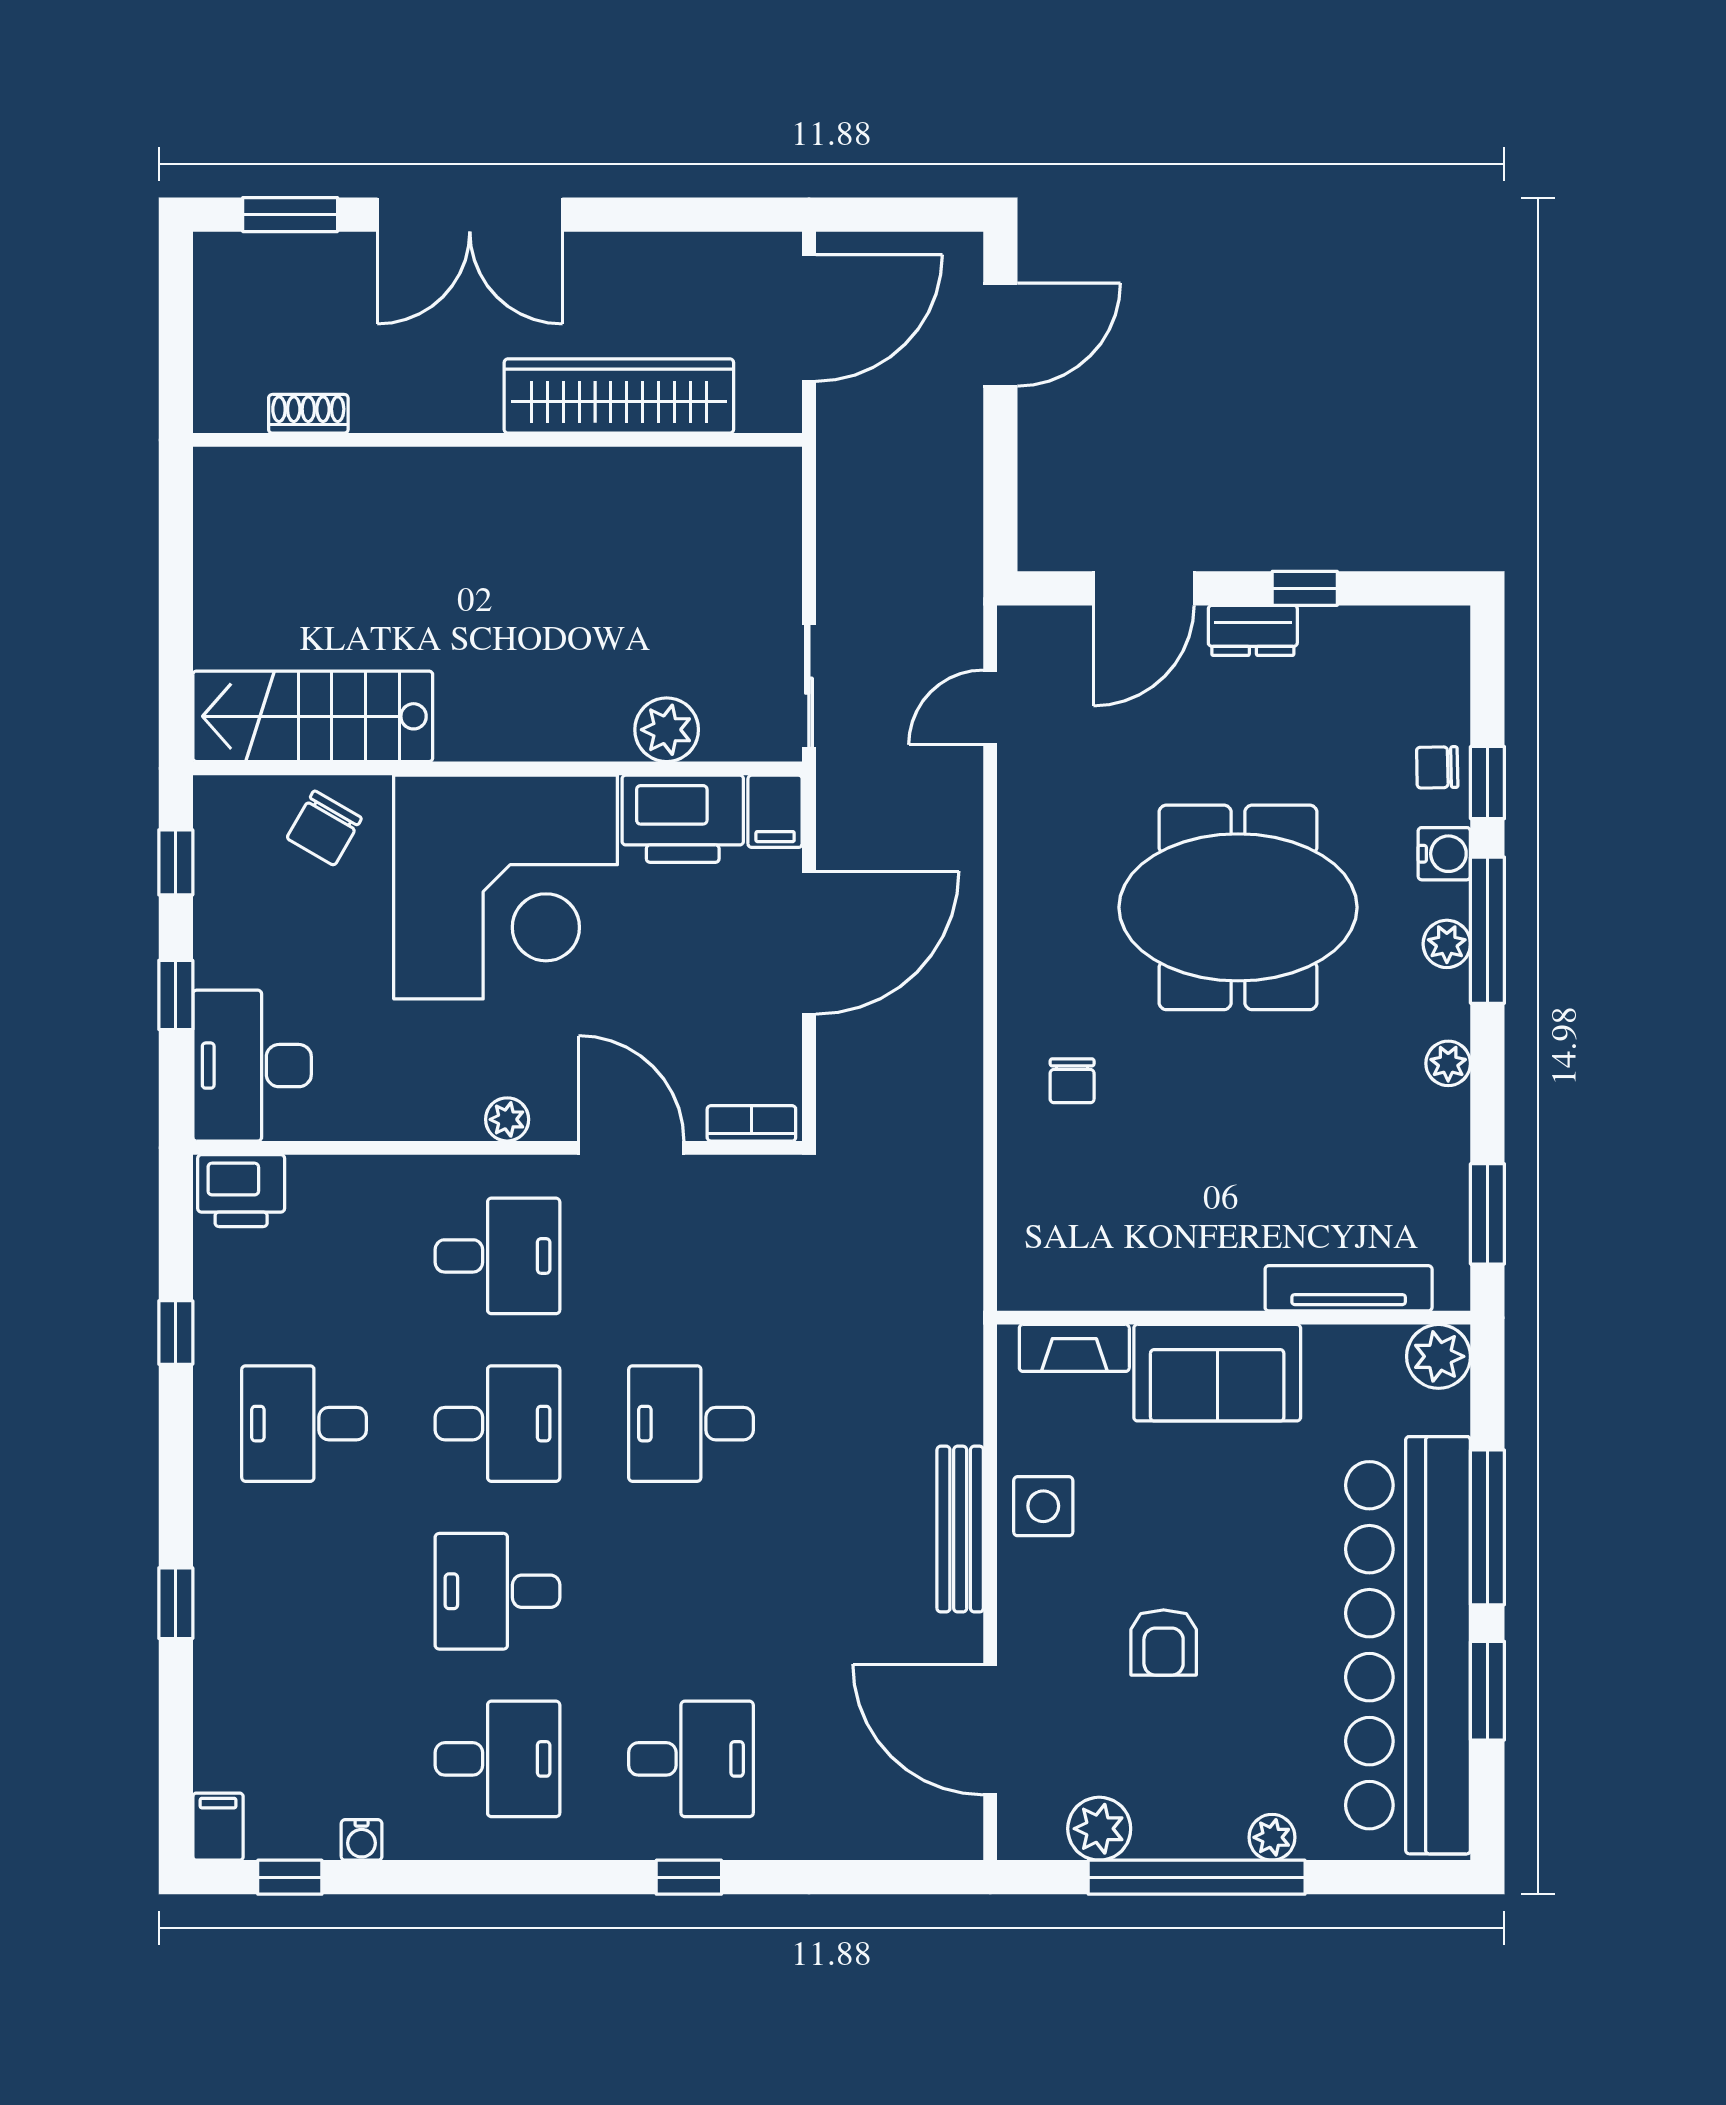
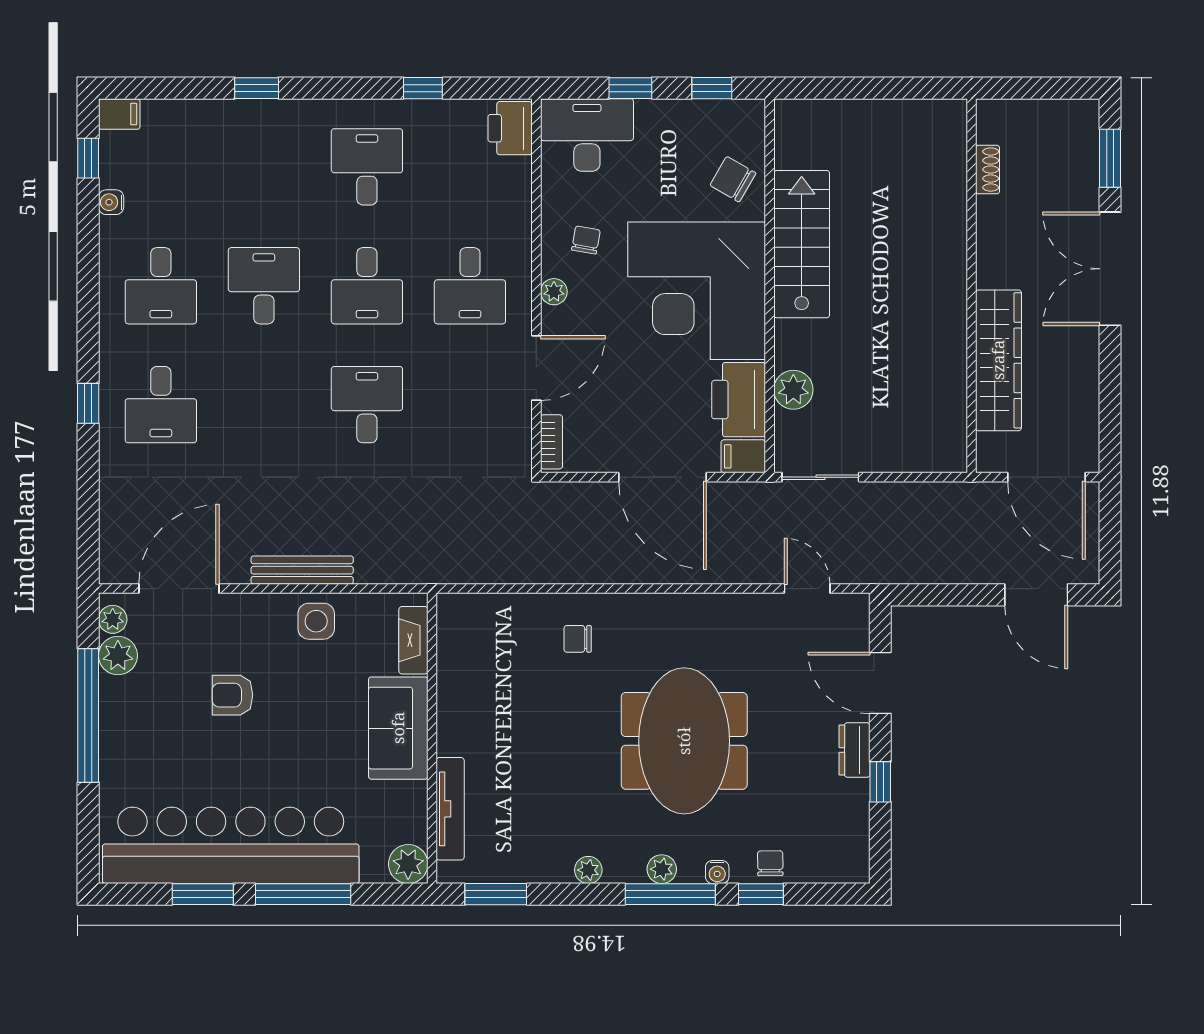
stairs: (313, 716) -> (802, 244), moved
water cooler: (1444, 854) -> (717, 872), width x0.72, depth x0.72
chair: (423, 1067) -> (586, 240), added
plant: (1272, 1837) -> (113, 619), moved

